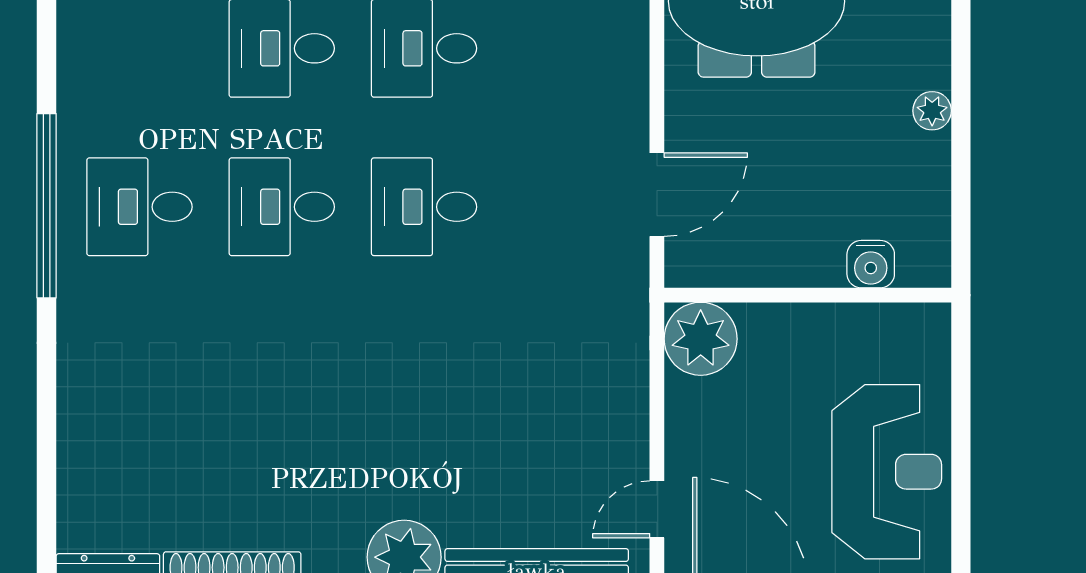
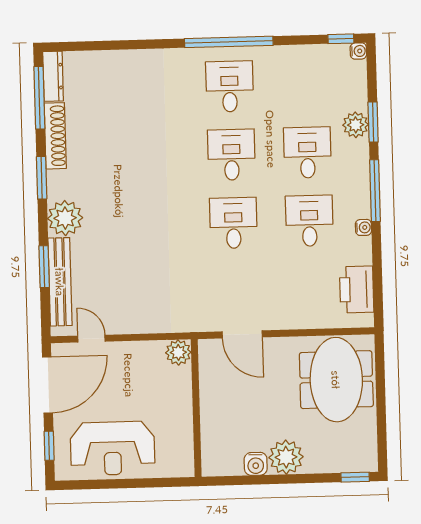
plant: (932, 111) -> (286, 457), width x1.88, depth x1.88
water cooler: (871, 264) -> (256, 464), moved, turned -90
plant: (701, 339) -> (178, 352), width x0.73, depth x0.73

